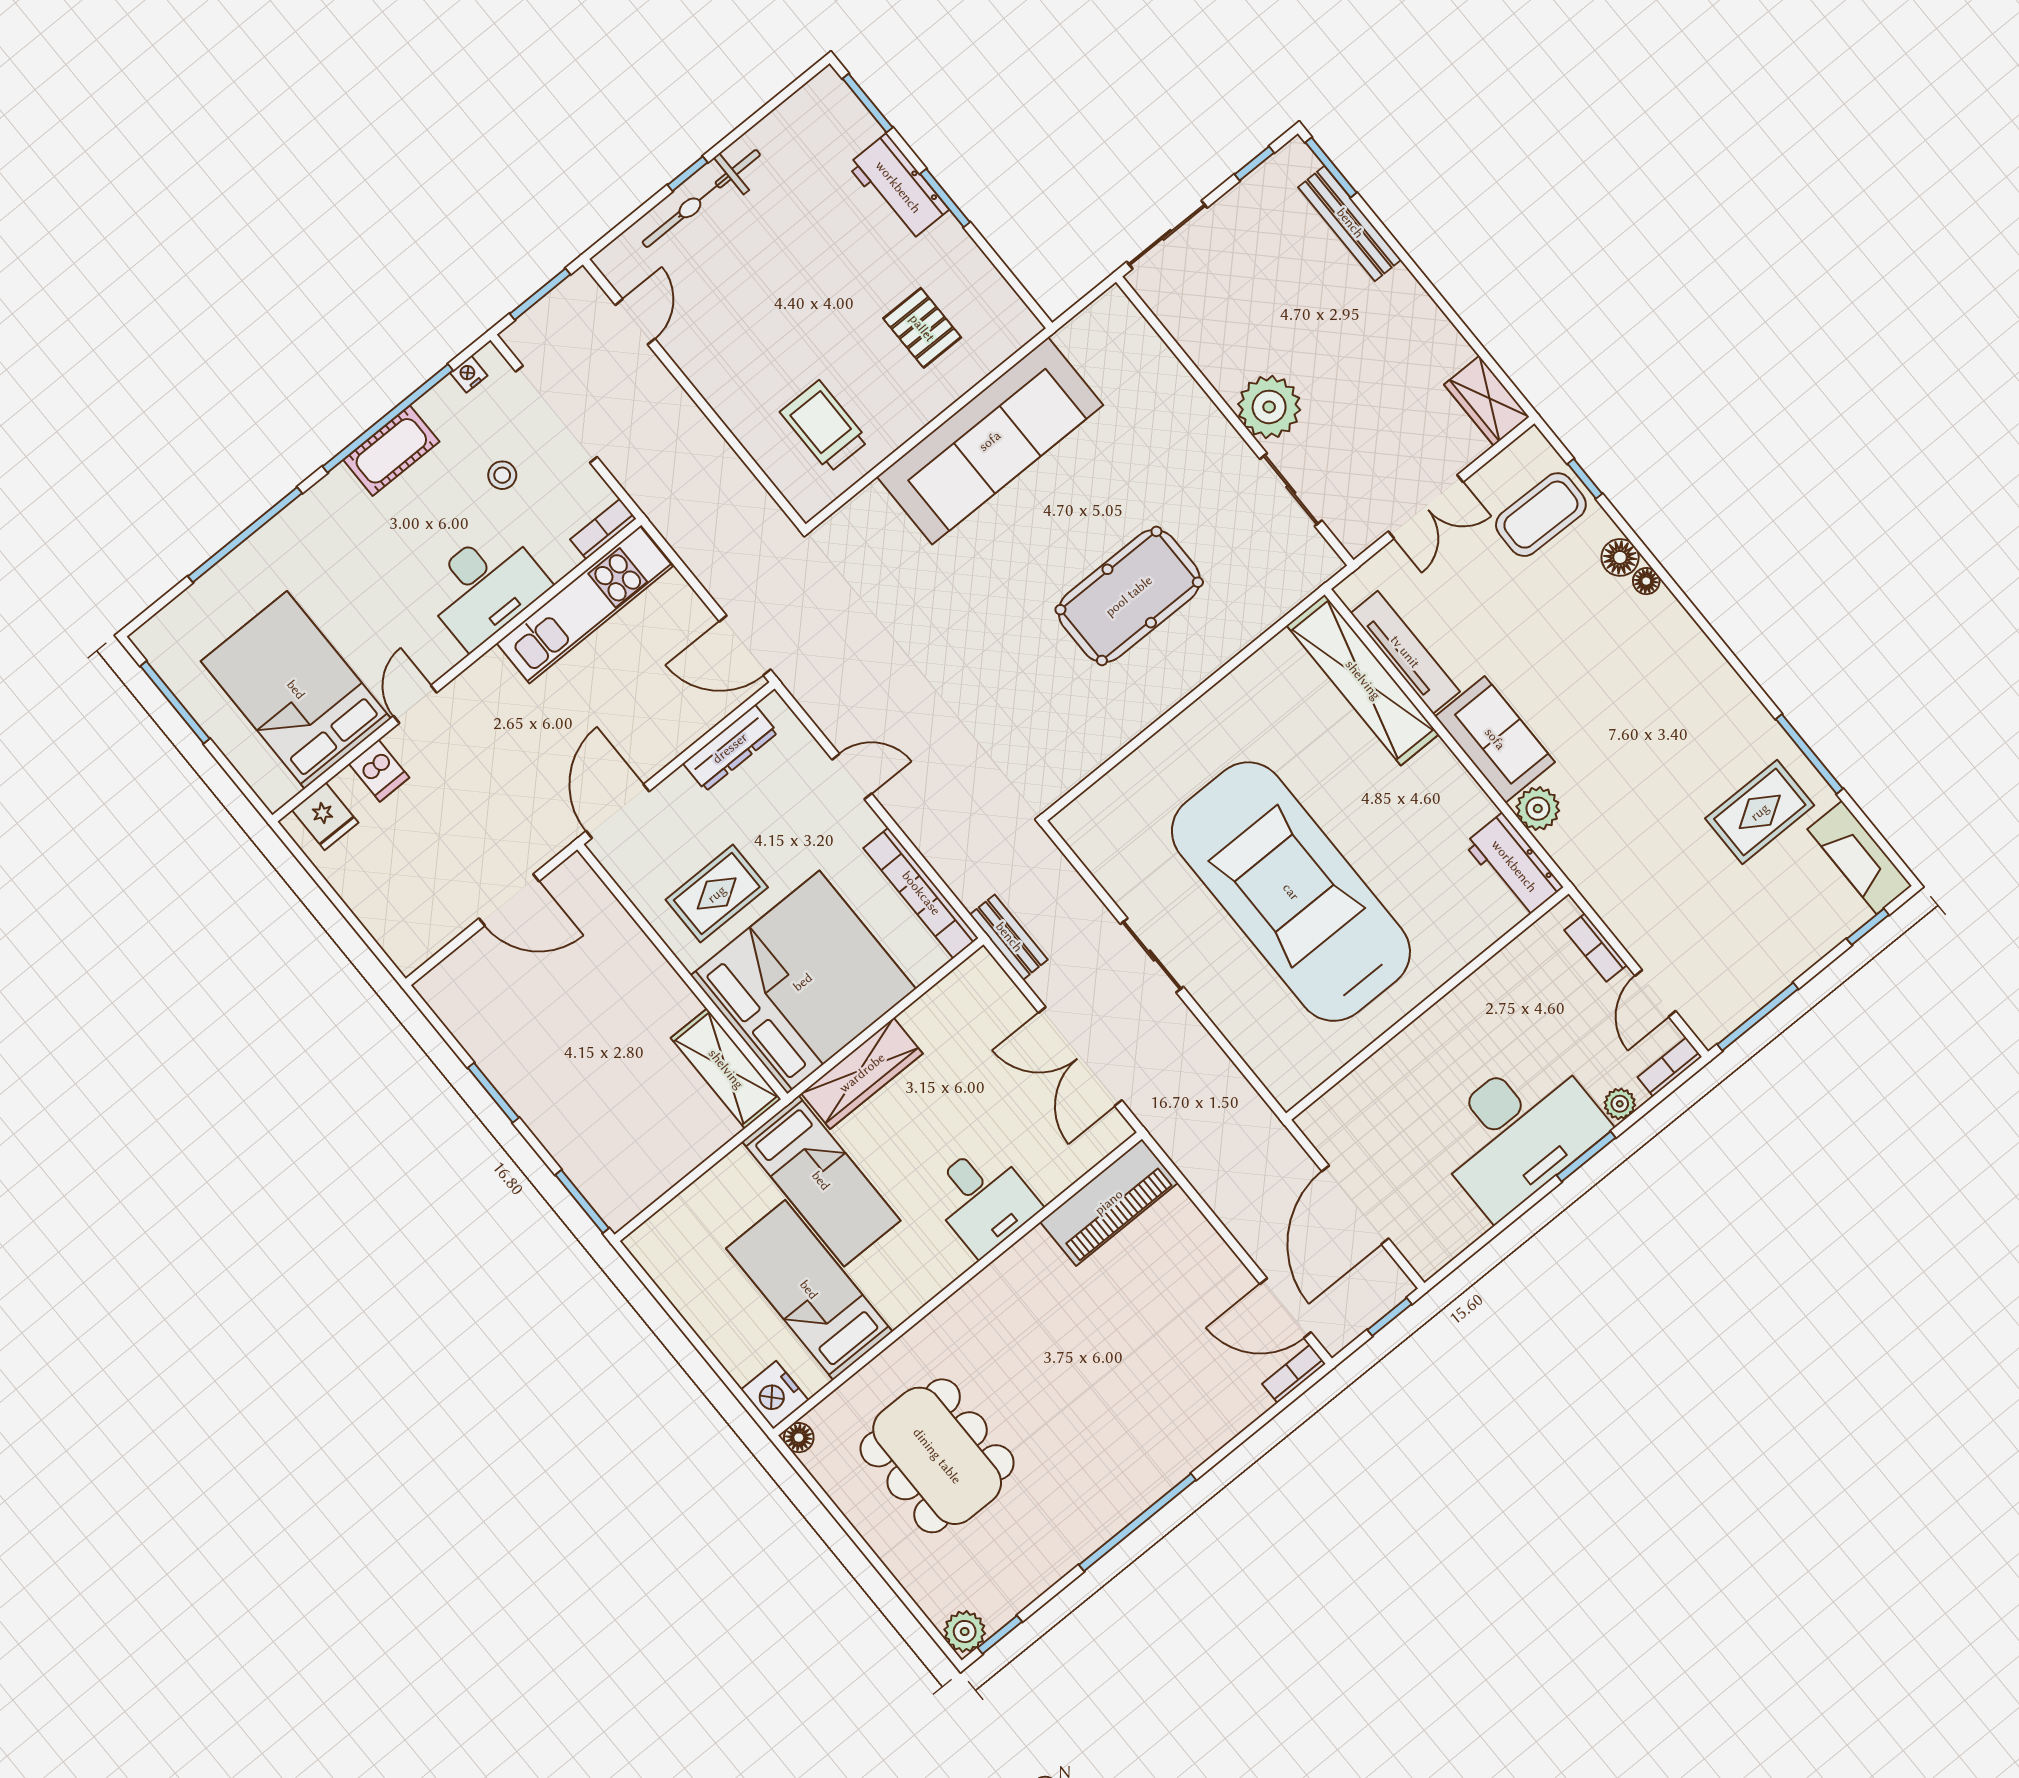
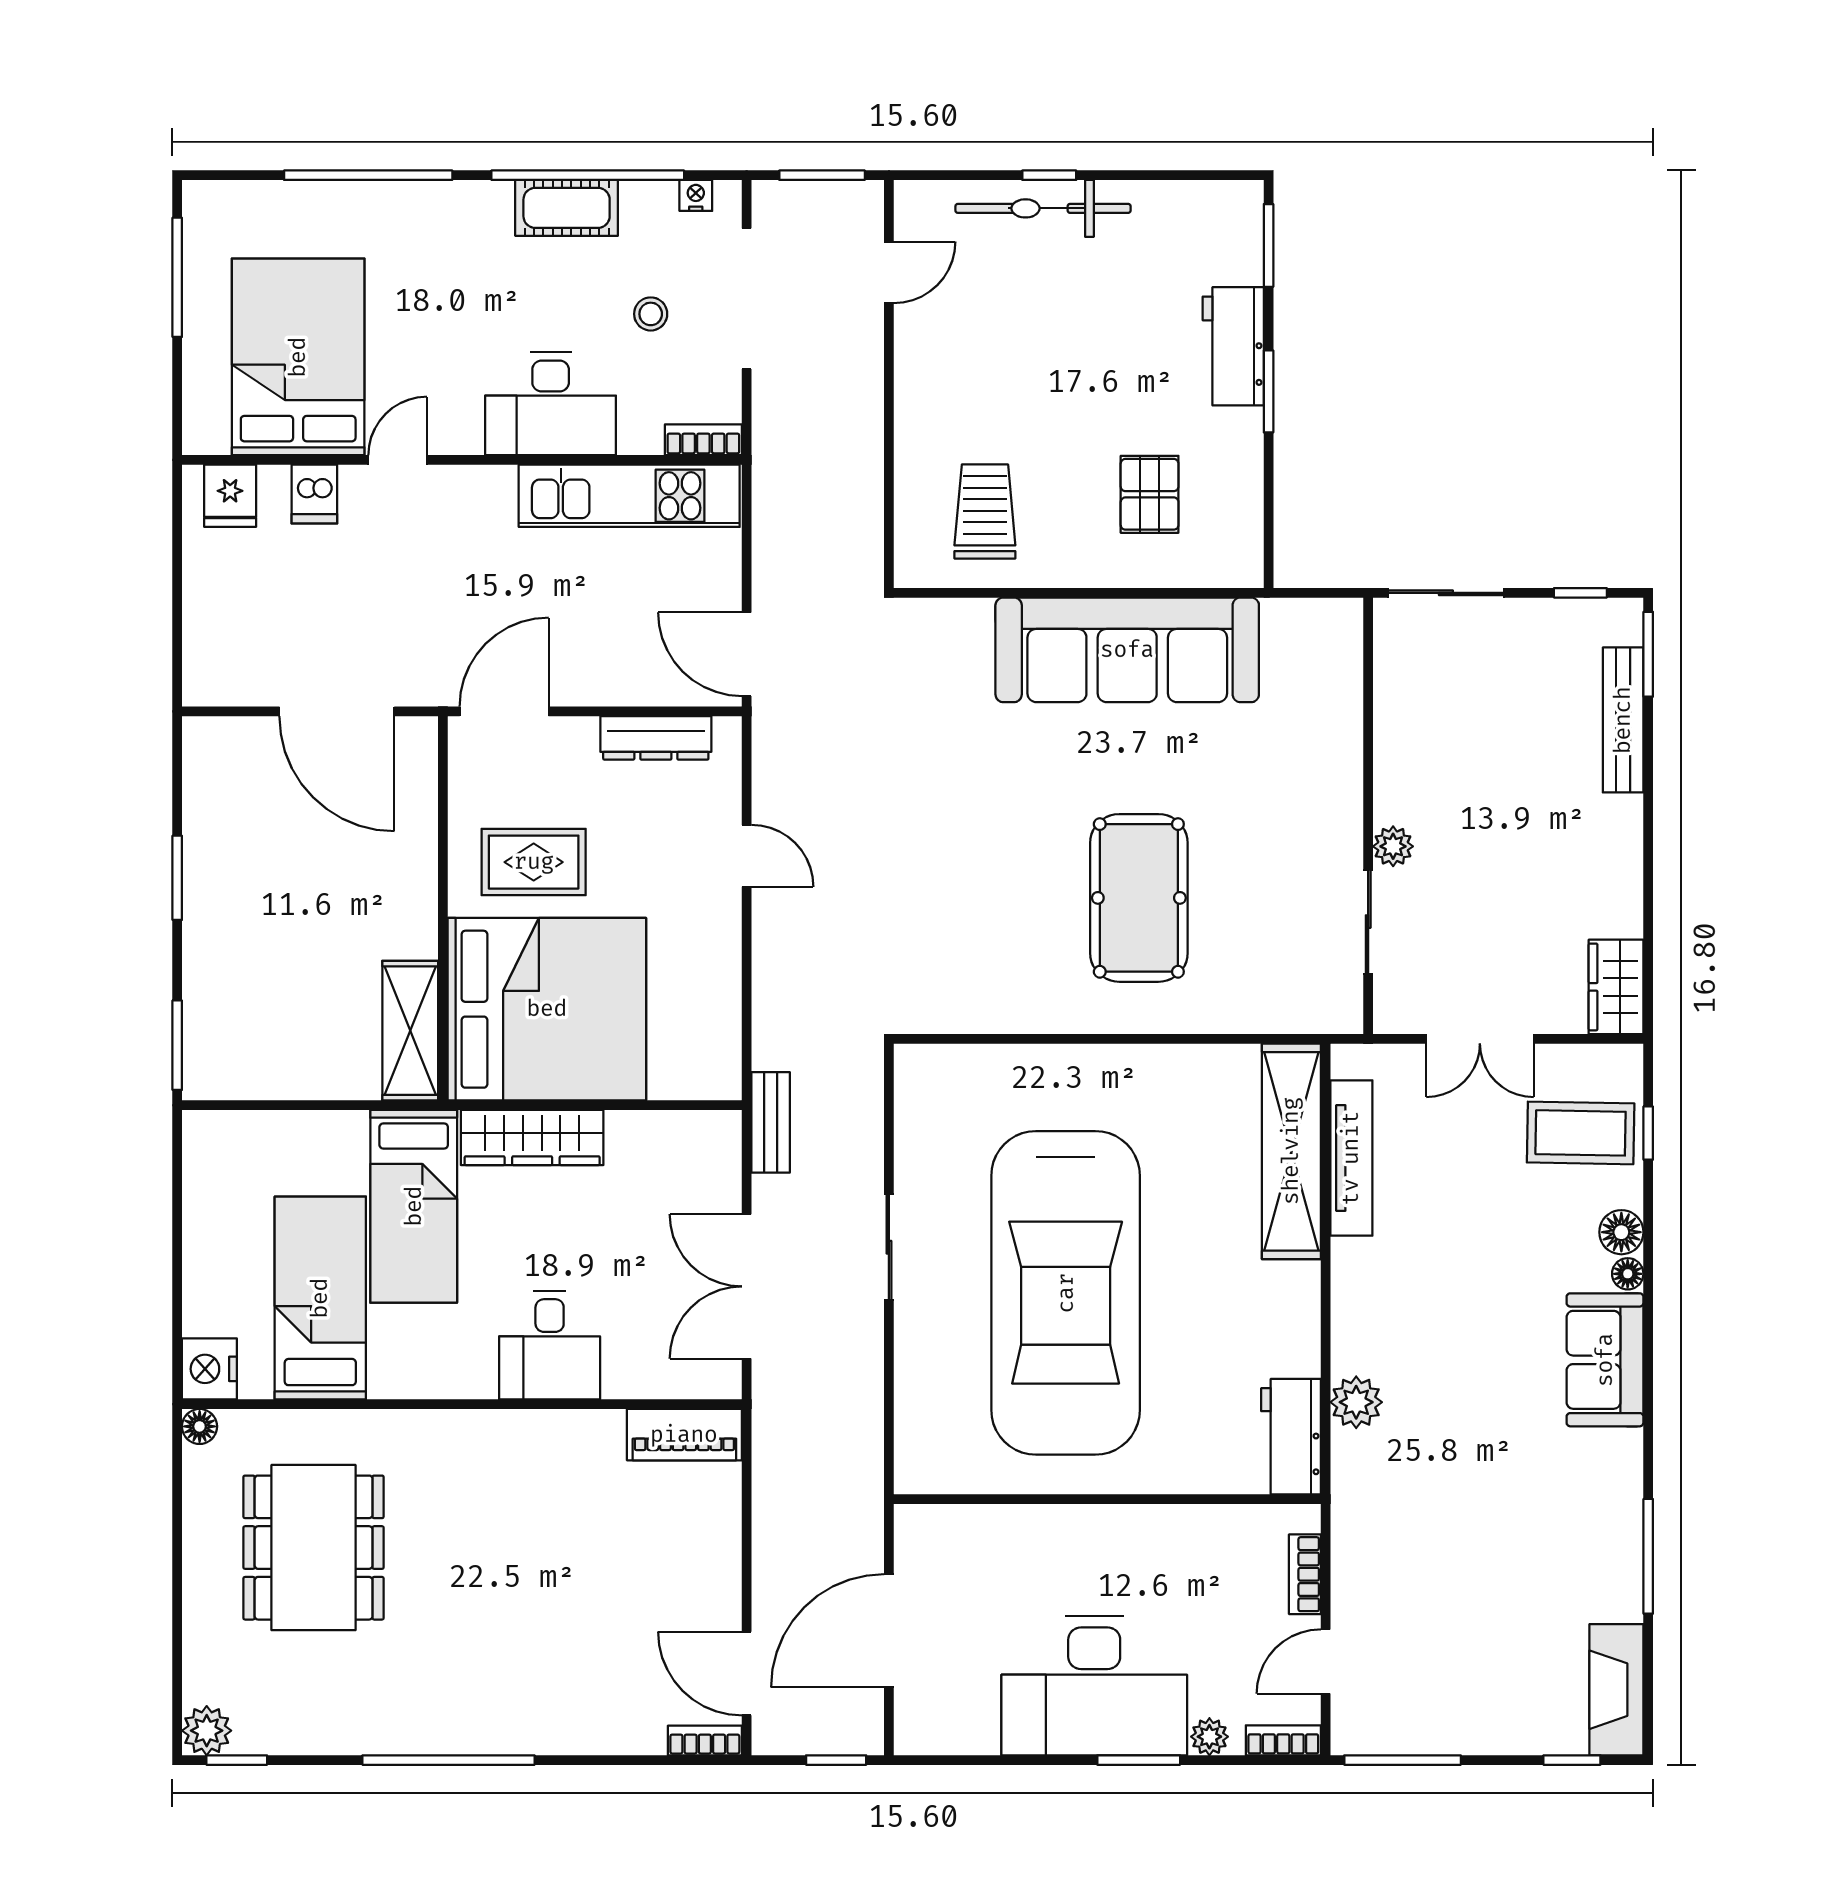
plant: (1269, 407) -> (1393, 846), width x0.53, depth x0.53
pool table: (1129, 596) -> (1139, 898), turned 90
sofa: (1495, 739) -> (1605, 1360), moved, turned 180
rug: (1760, 812) -> (1559, 1573), removed
car: (1291, 892) -> (1066, 1293), turned 180
bookcase: (921, 893) -> (723, 1015), removed
door: (509, 900) -> (337, 711), width x1.36
piano: (1109, 1202) -> (684, 1435), width x0.73, depth x0.75

